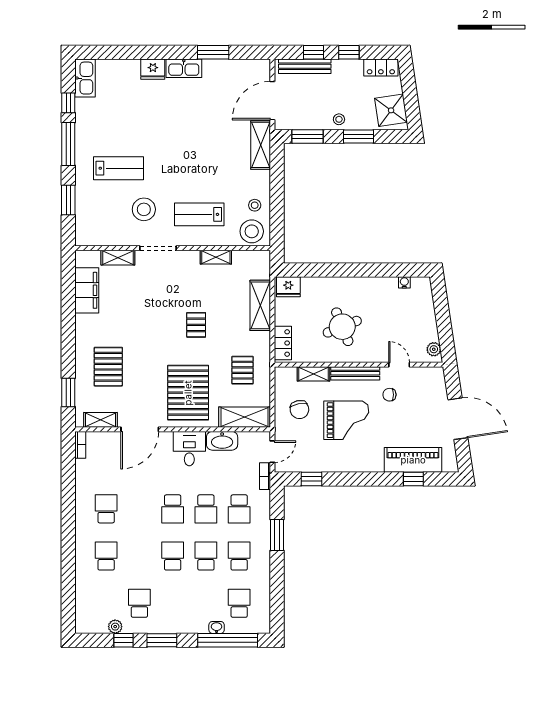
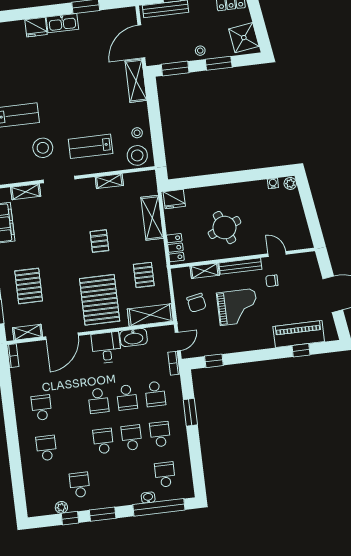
plant: (434, 349) -> (290, 183), moved

